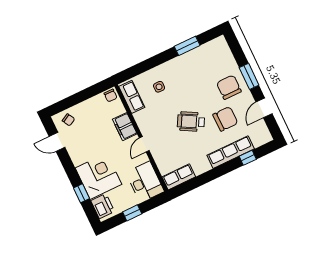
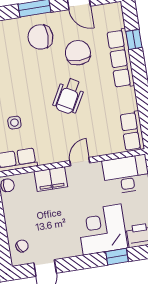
door: (144, 144) -> (80, 162), swing flipped

